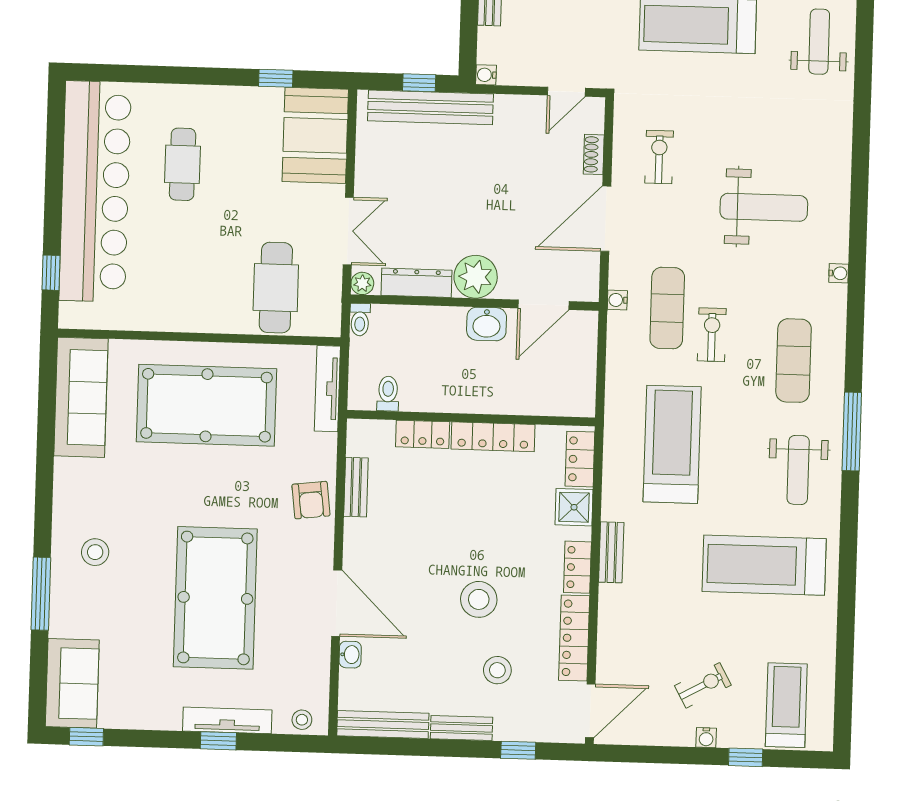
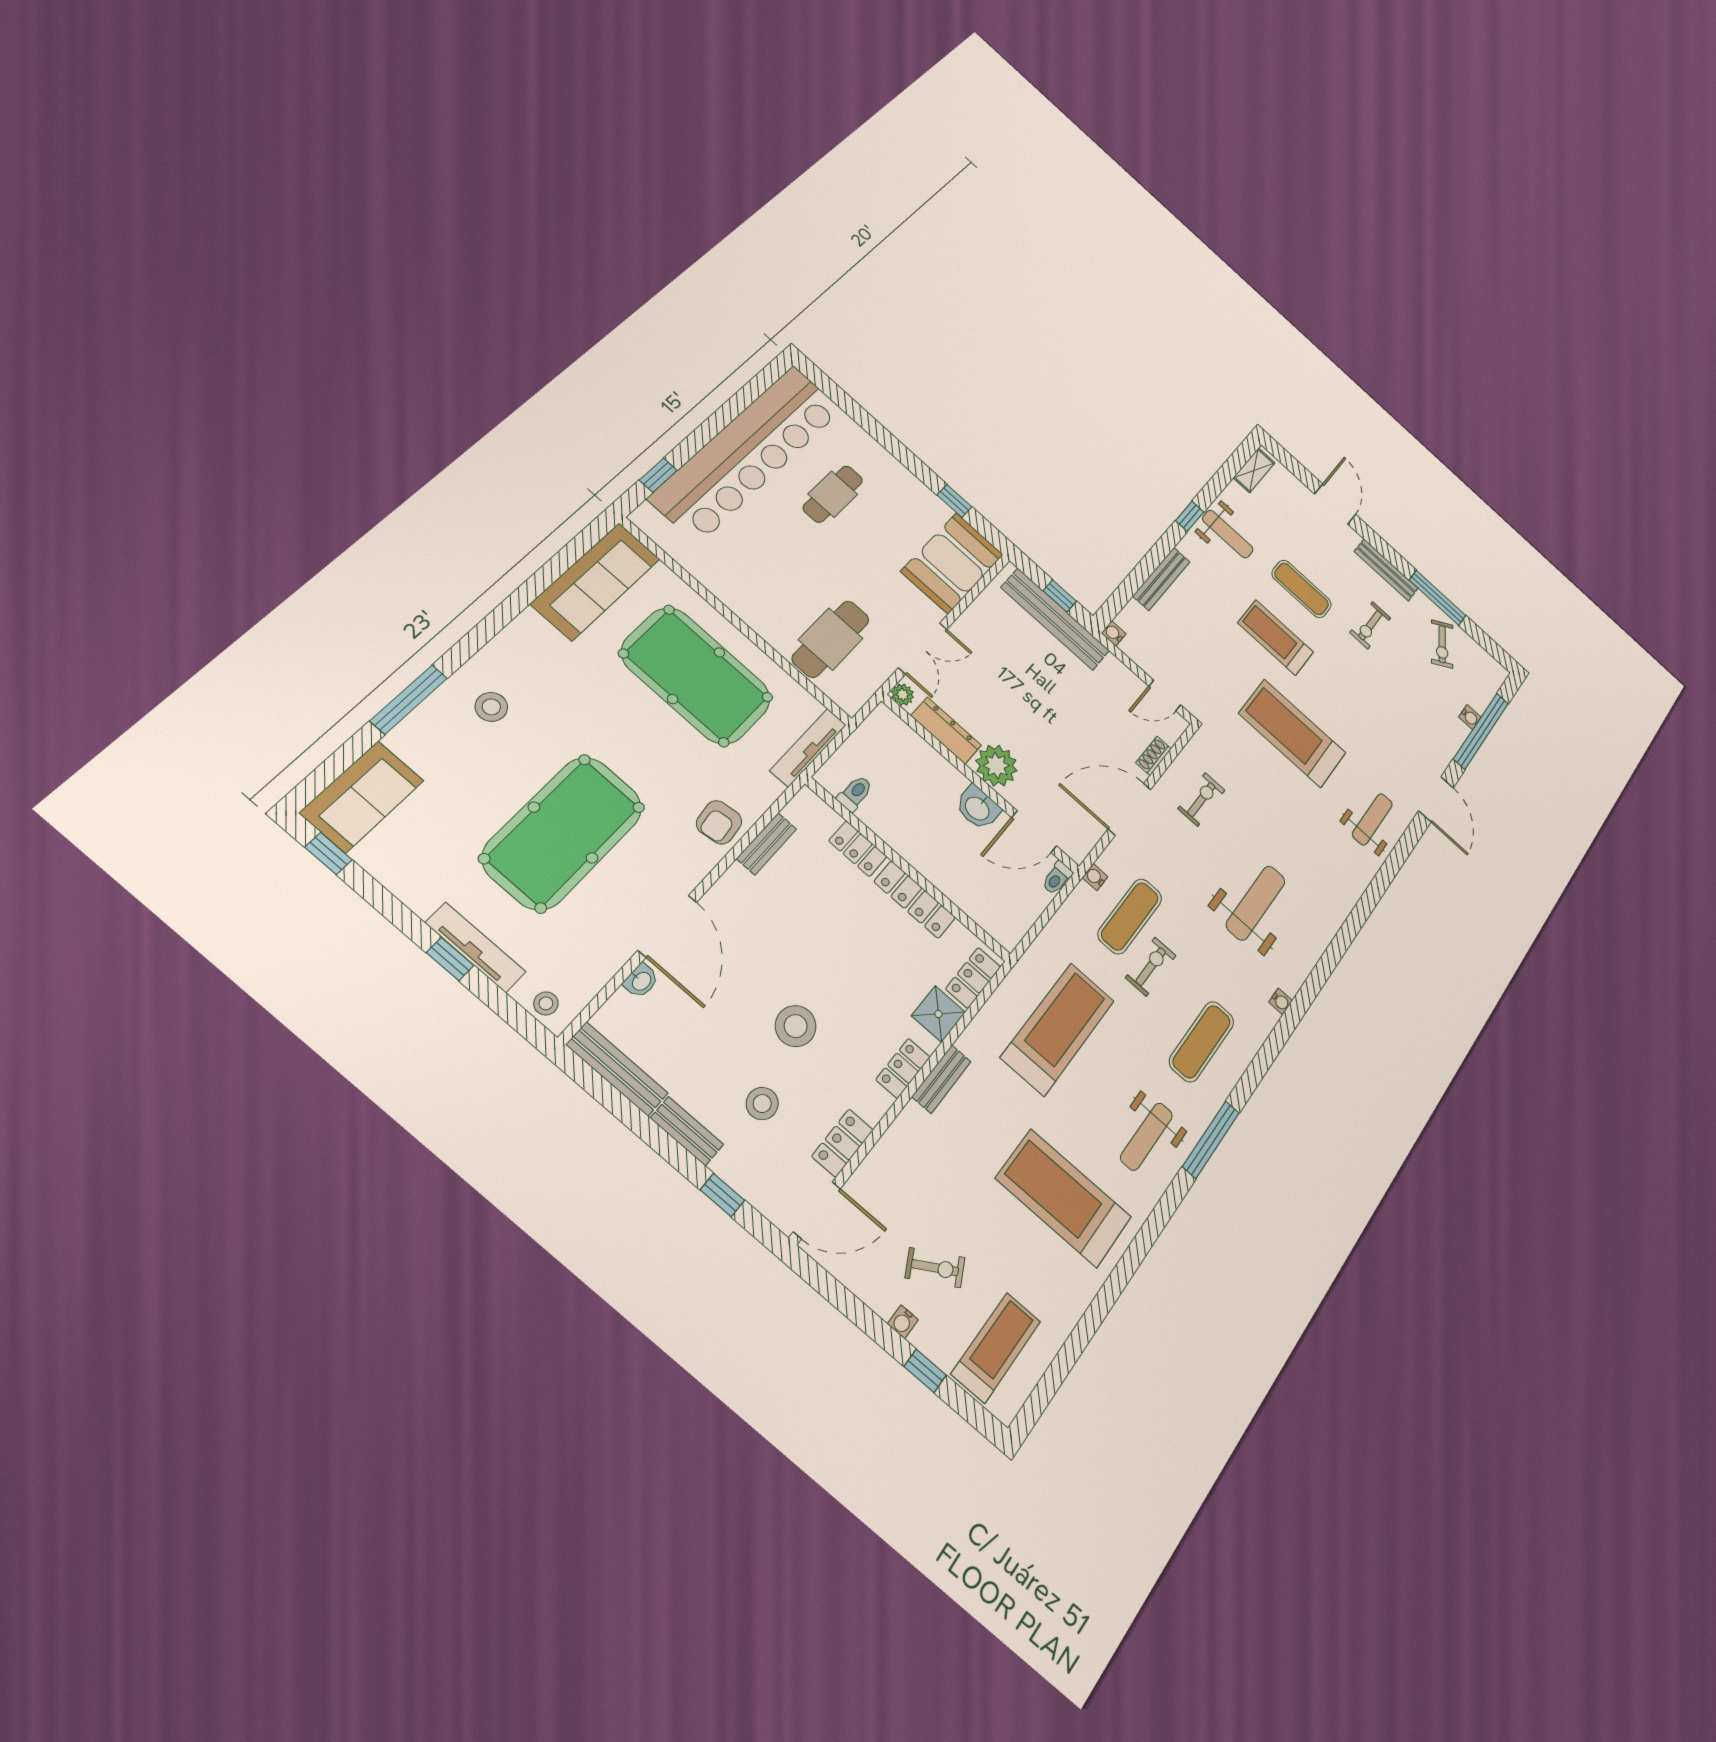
weight bench: (764, 207) -> (1256, 903), turned -90
toilet: (360, 320) -> (1057, 878), moved
locker: (574, 638) -> (842, 1143), width x0.66

